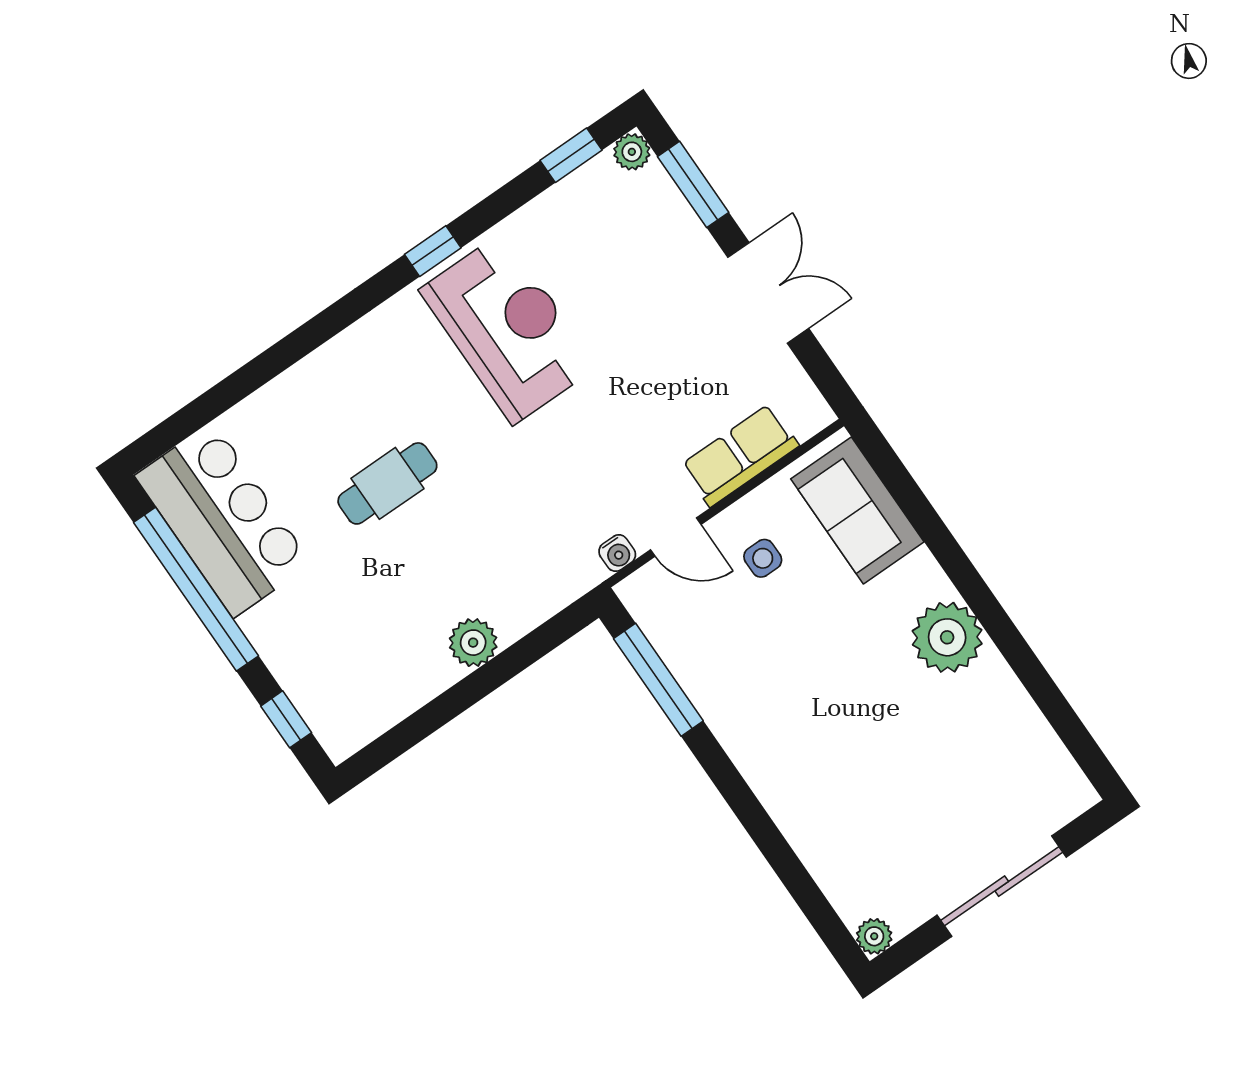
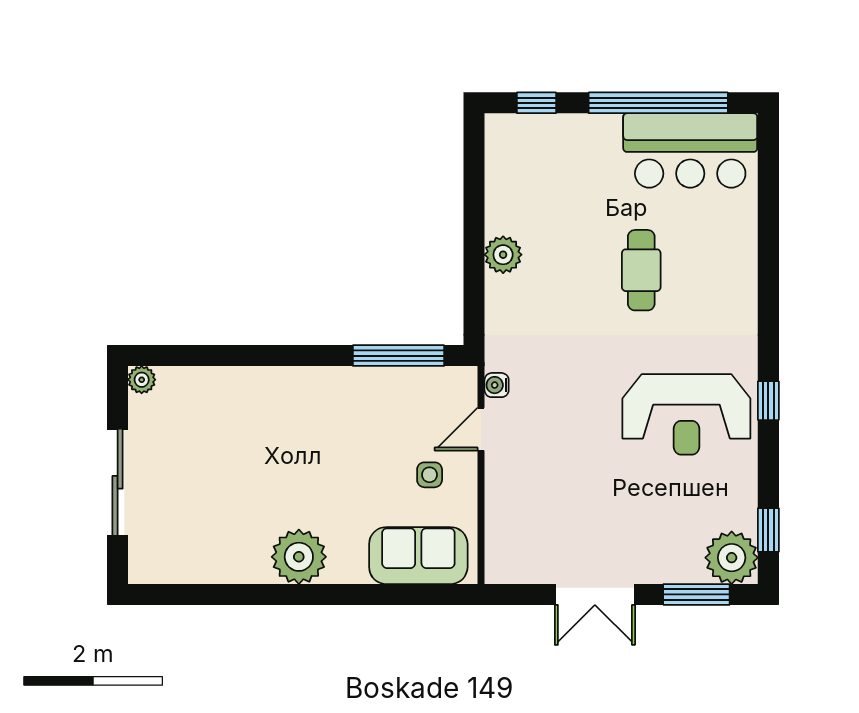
plant: (632, 152) -> (732, 558), width x1.87, depth x1.87
row of seats: (740, 455) -> (505, 505), removed

